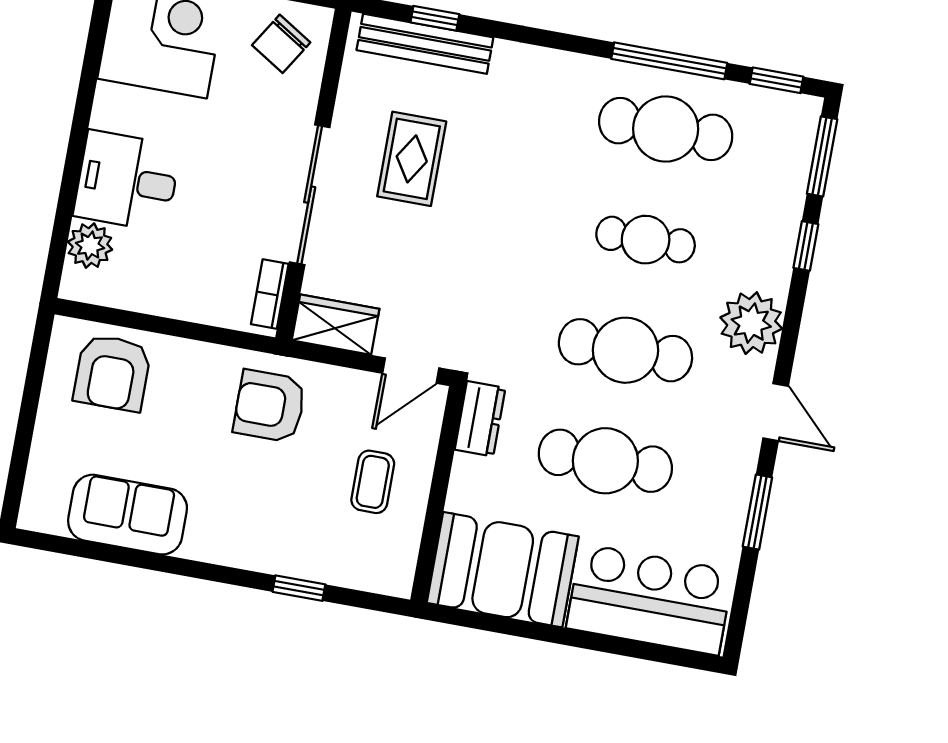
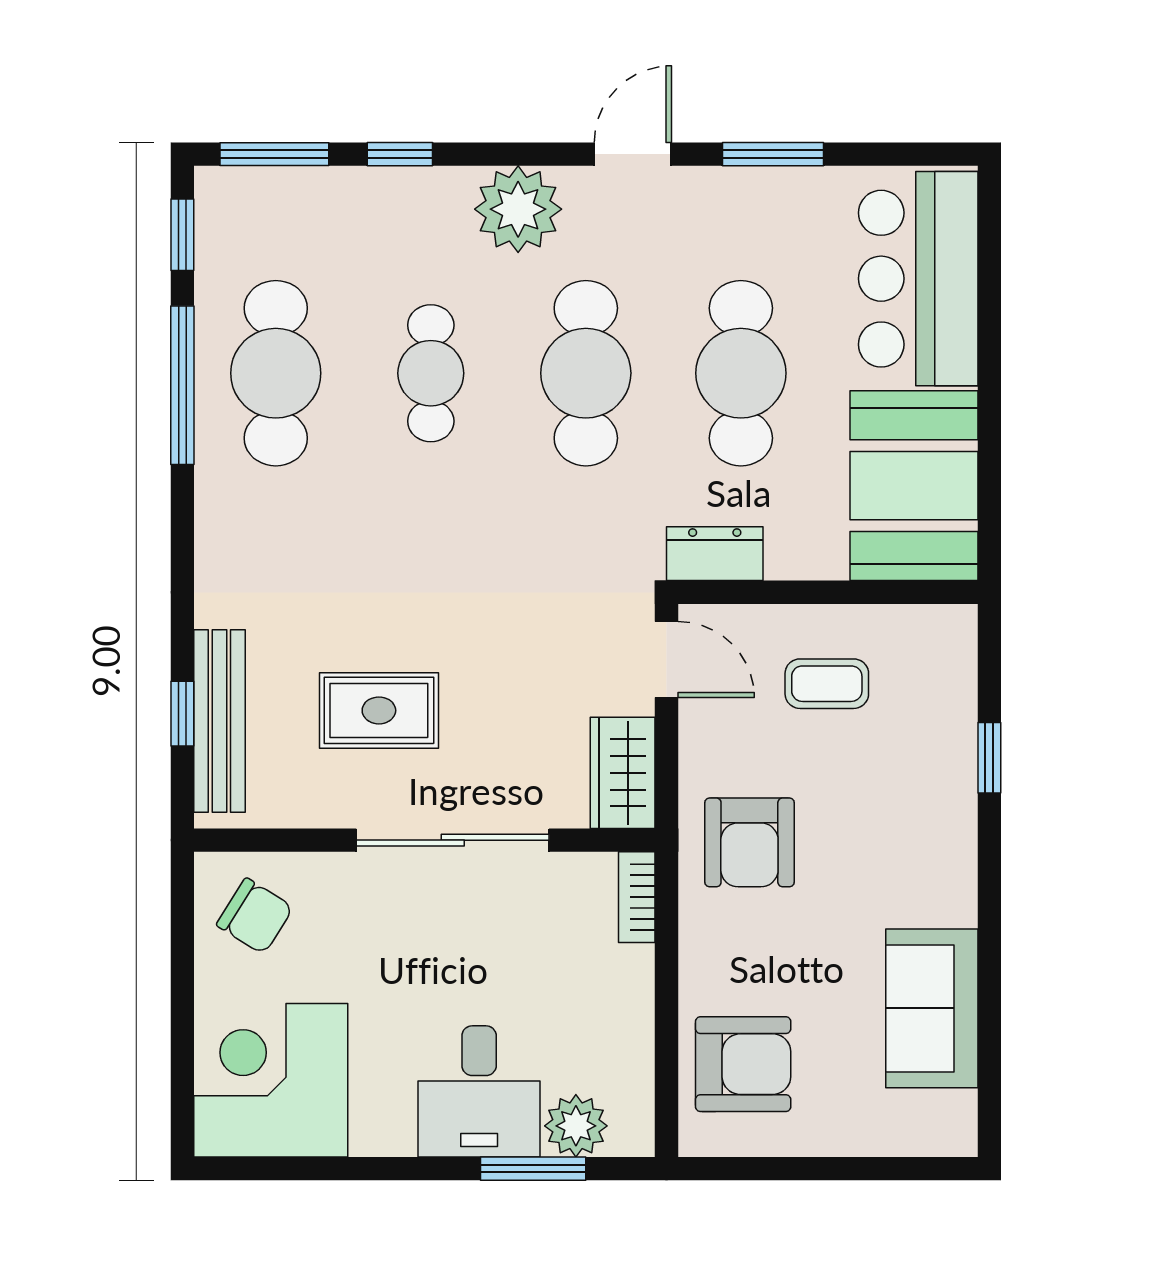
window: (65, 209) -> (533, 1169), added
bookcase: (270, 294) -> (637, 897), moved, turned 90

